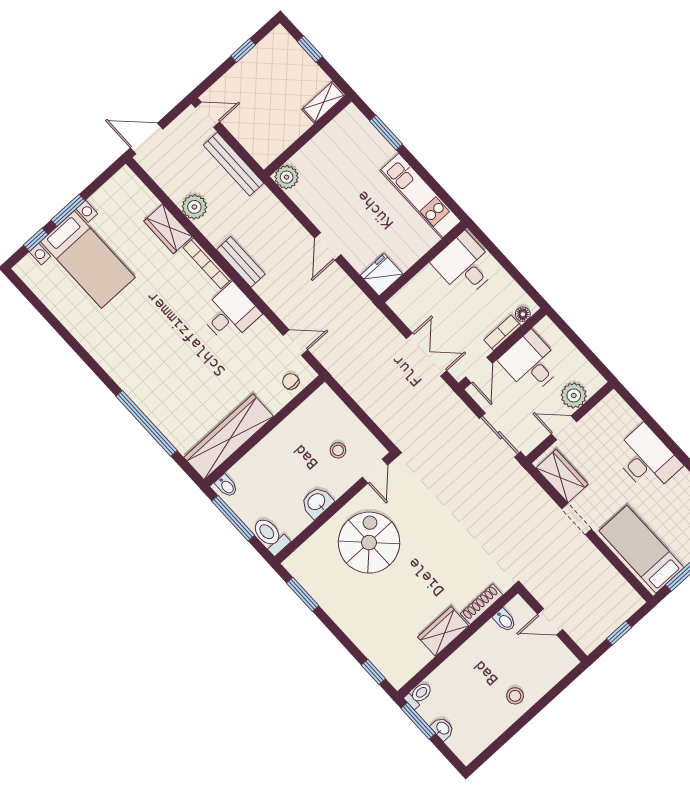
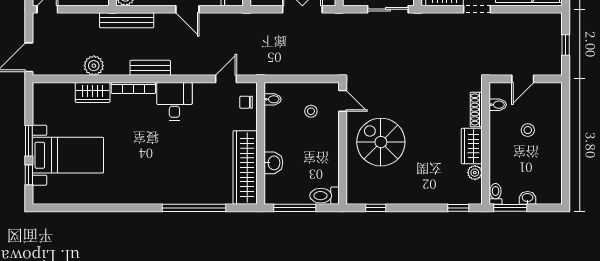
bench: (233, 164) -> (127, 20), moved
bidet: (226, 486) -> (273, 99), moved
washbasin: (317, 502) -> (273, 163), moved, turned 180
window: (303, 594) -> (376, 208), width x0.67
plant: (421, 657) -> (475, 173), added
stool: (515, 696) -> (528, 130), moved

